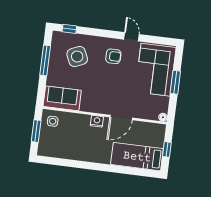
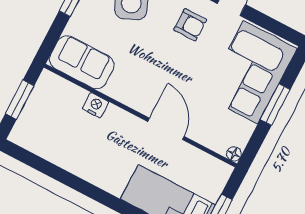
door: (121, 117) -> (166, 129), swing flipped
side table: (53, 121) -> (52, 94), removed
nightstand: (97, 121) -> (96, 105), moved

